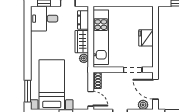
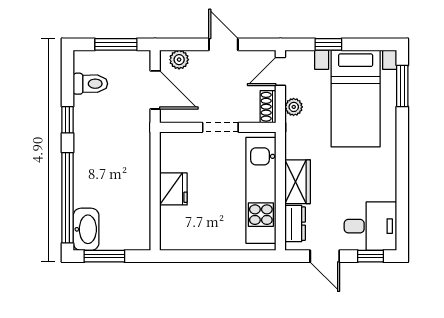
plant: (84, 58) -> (294, 107), moved
doorway: (133, 70) -> (220, 127), moved
door: (91, 99) -> (280, 71), hinge flipped

